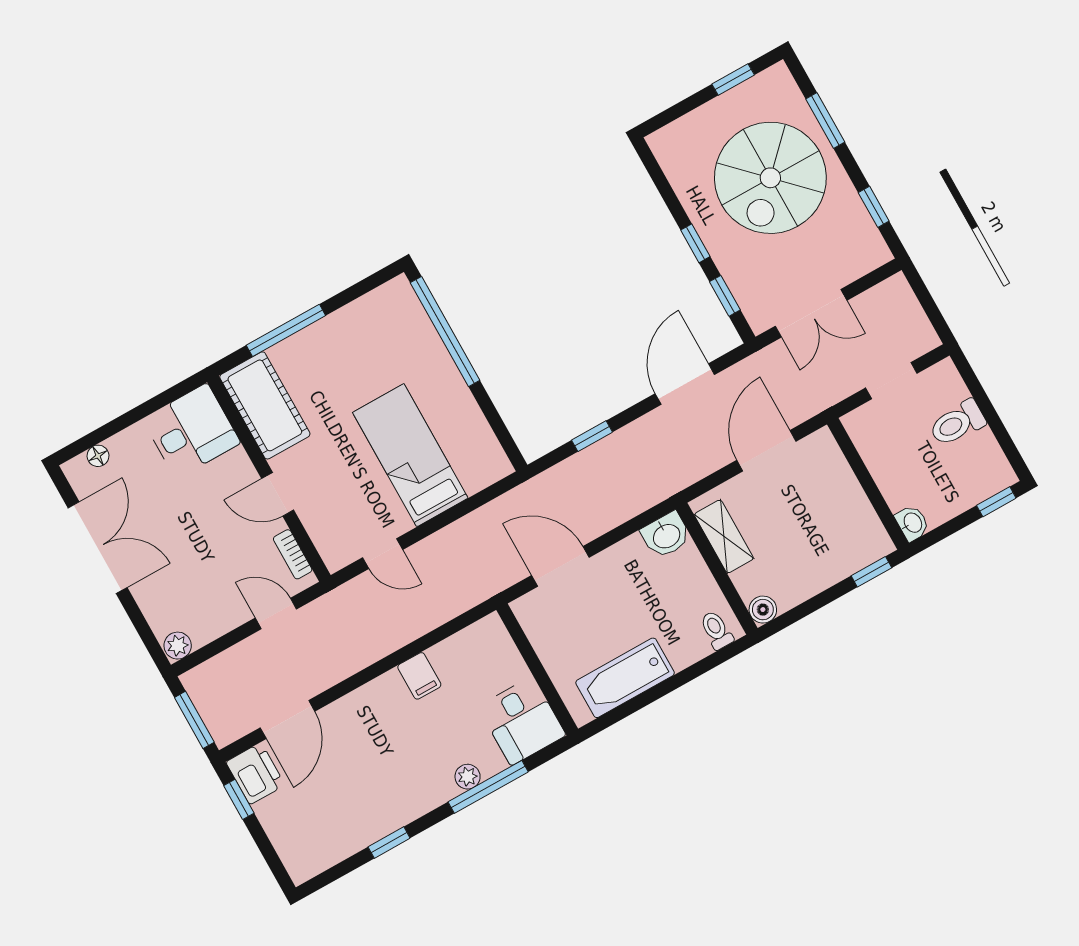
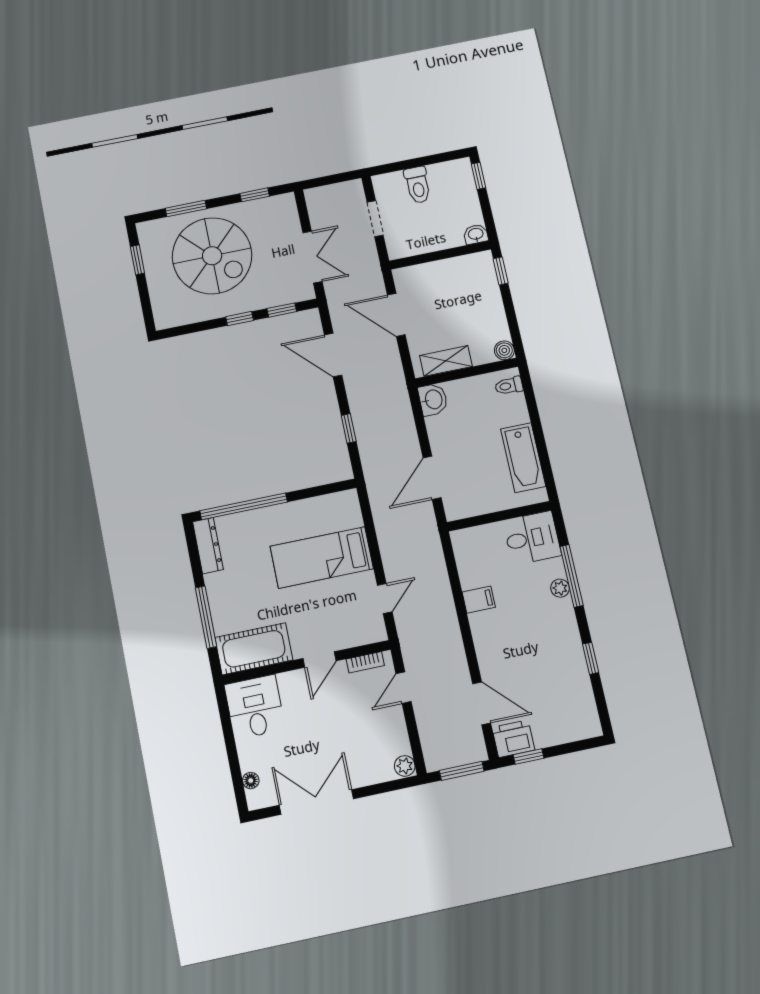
dresser: (379, 302) -> (208, 546), added

